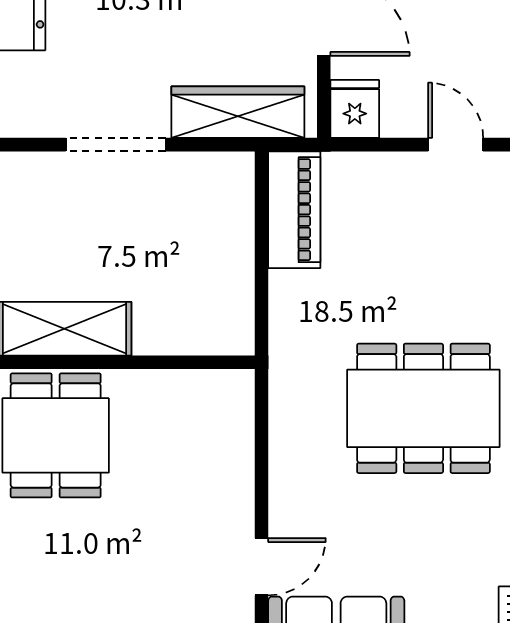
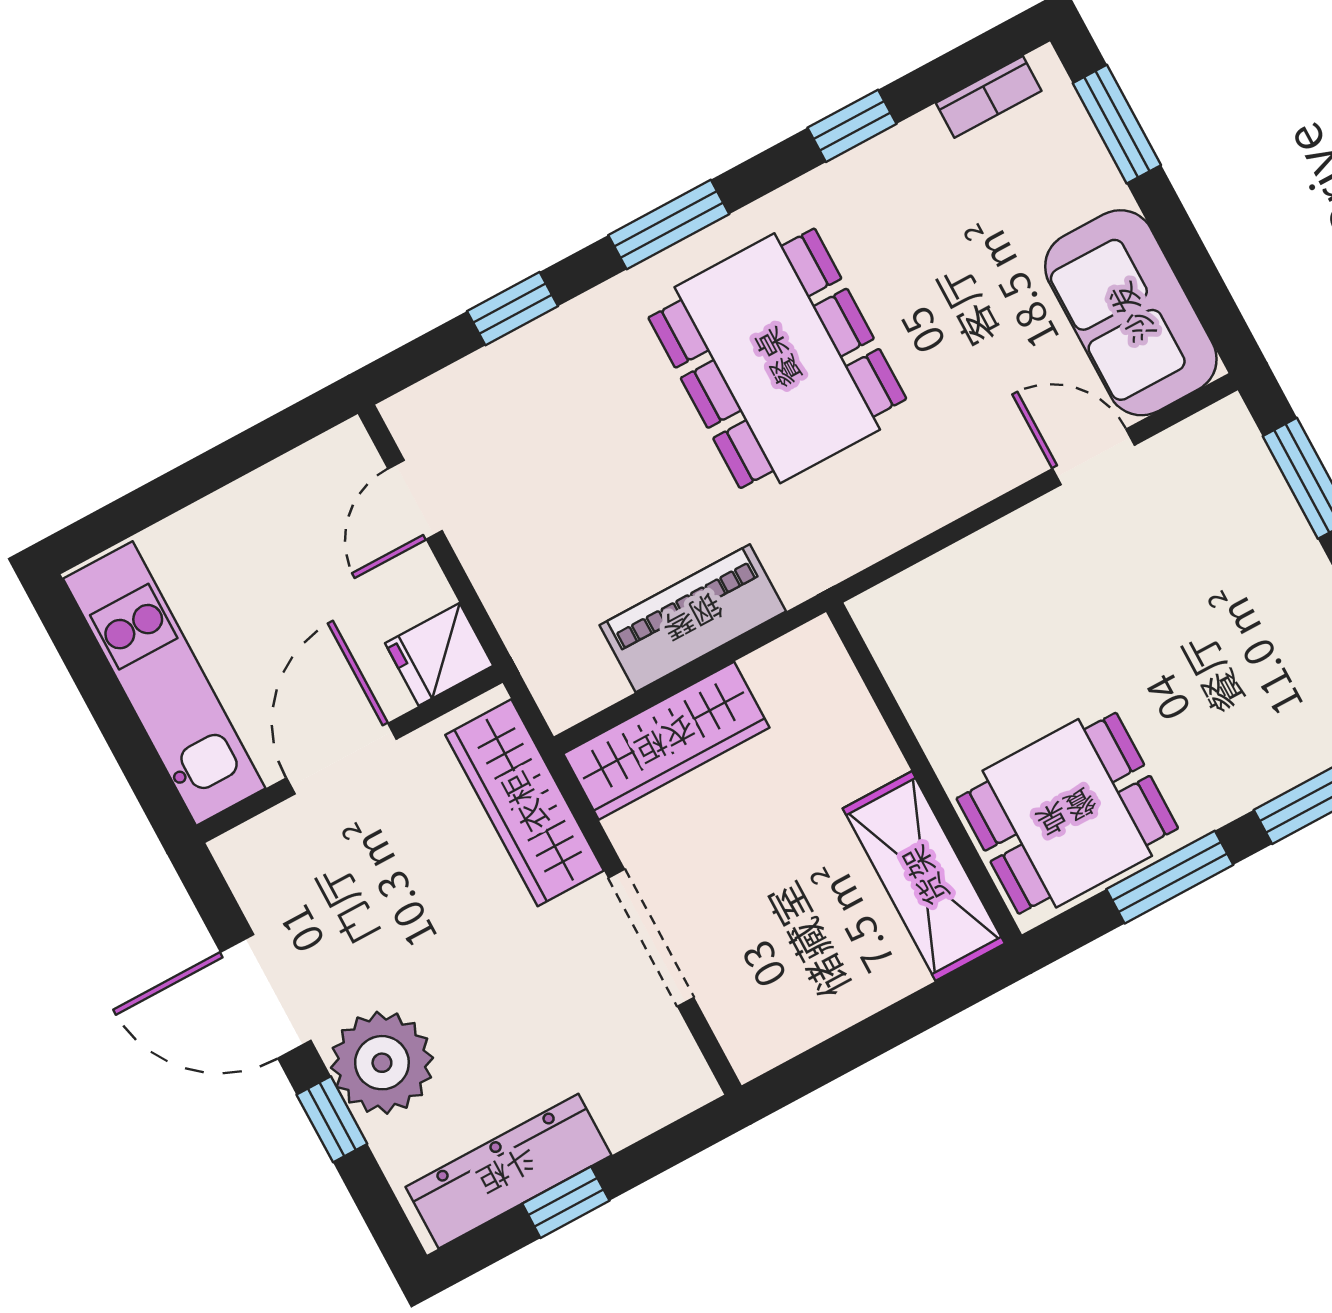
piano: (294, 210) -> (693, 618), moved
wardrobe: (229, 218) -> (666, 741), added

